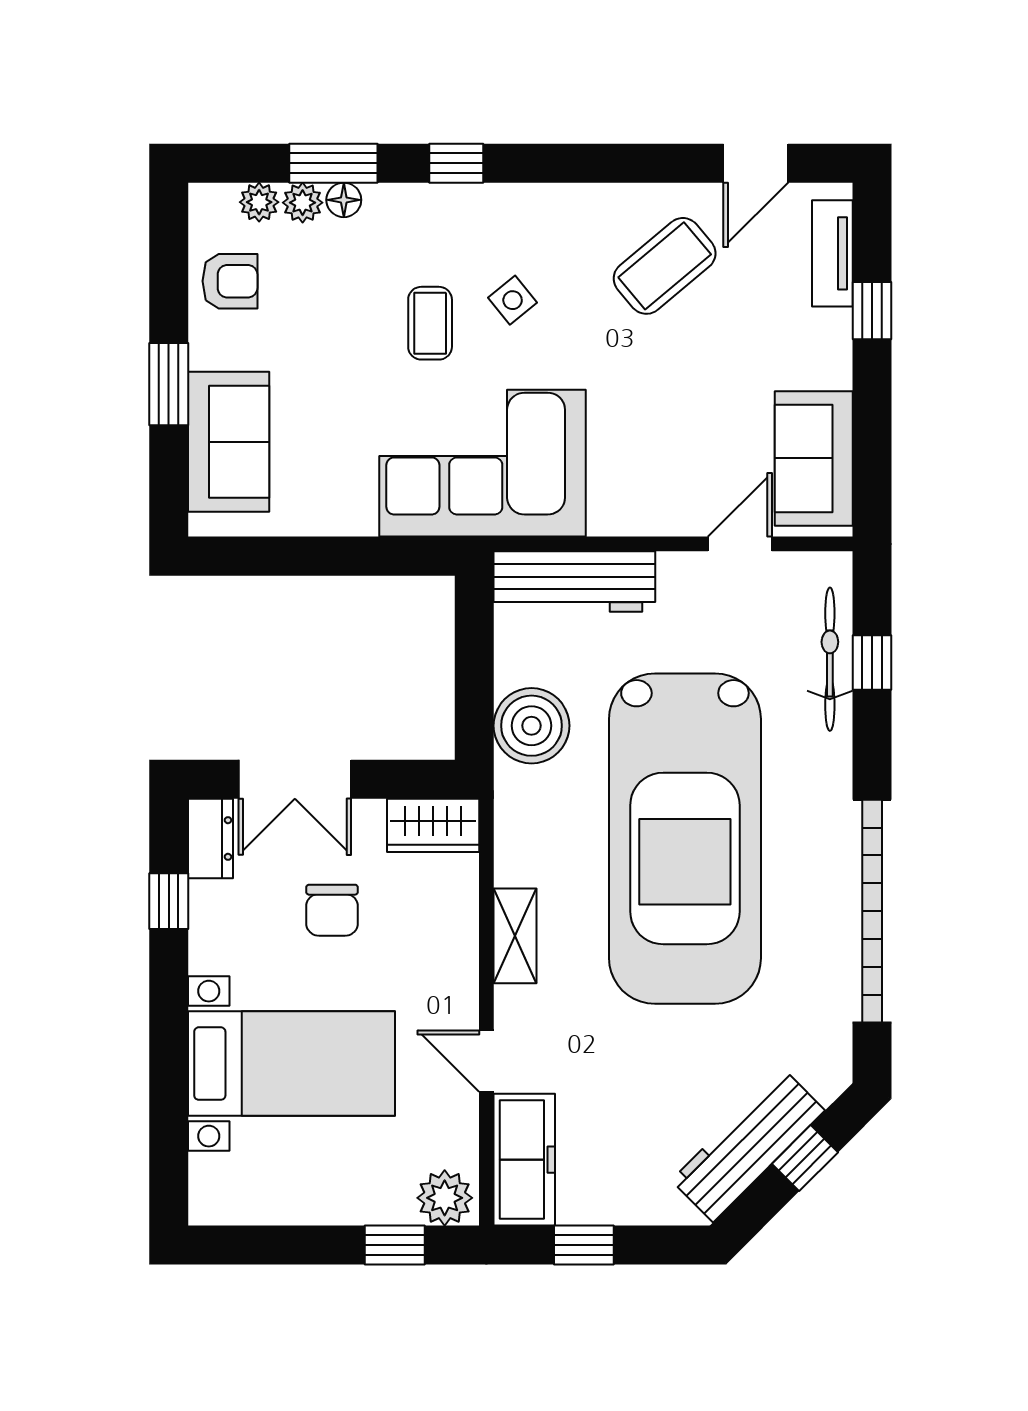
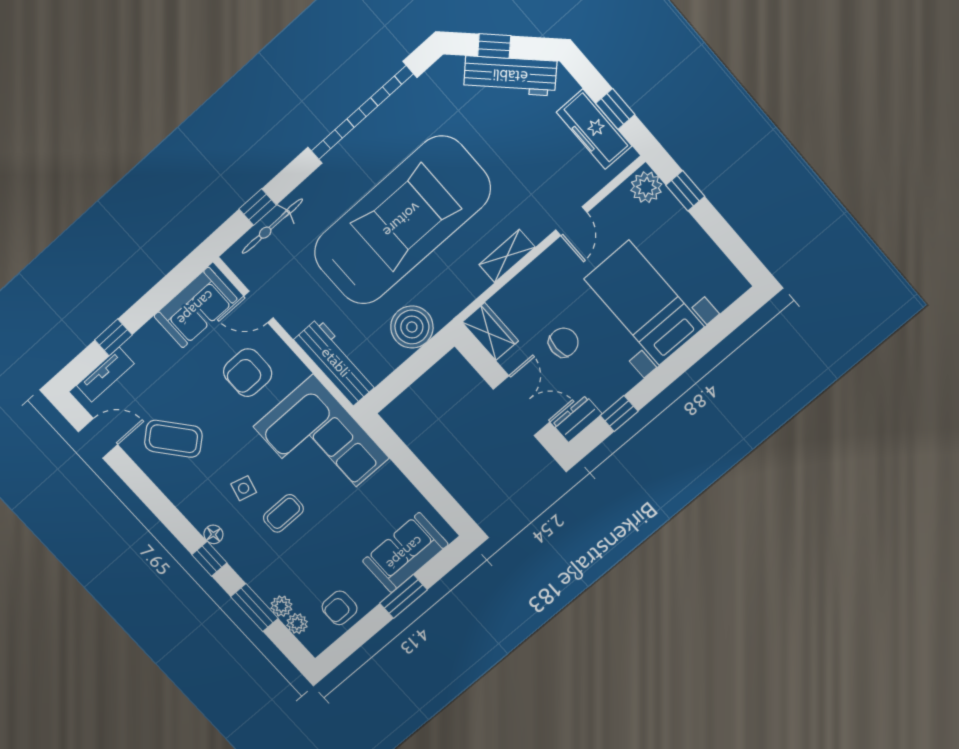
floor lamp: (344, 200) -> (213, 534), moved
armchair: (230, 281) -> (340, 608), turned -90
side table: (513, 300) -> (244, 488), turned -36
armchair: (665, 449) -> (248, 373), added
freezer: (524, 1160) -> (594, 129), moved, turned -90

